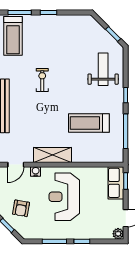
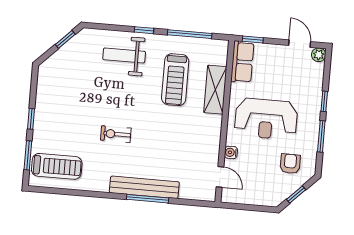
weight bench: (103, 69) -> (124, 55), moved
shelving: (52, 155) -> (215, 90), moved
row of seats: (116, 183) -> (242, 62), moved, turned -90
armchair: (21, 208) -> (290, 164), moved, turned -100

